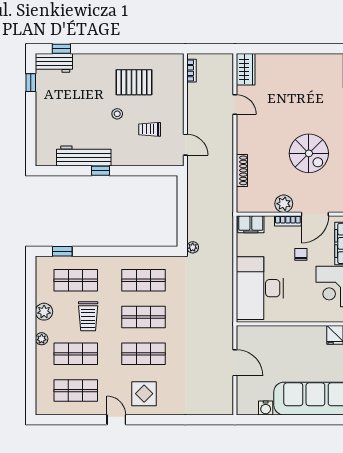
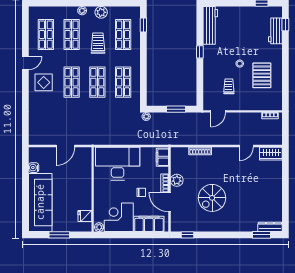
workbench: (54, 63) -> (275, 31), moved
workbench: (84, 156) -> (210, 25), moved
window: (182, 205) -> (176, 109), added
trolley: (88, 316) -> (98, 43), turned 90

